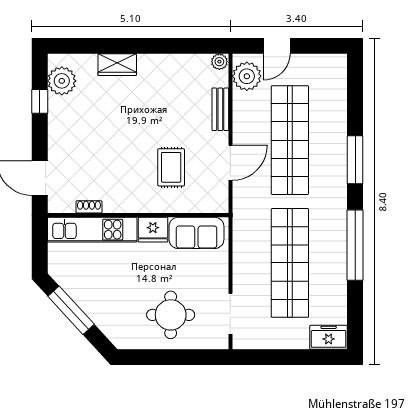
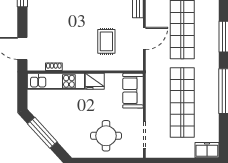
sofa: (196, 233) -> (133, 91), moved, turned 90

